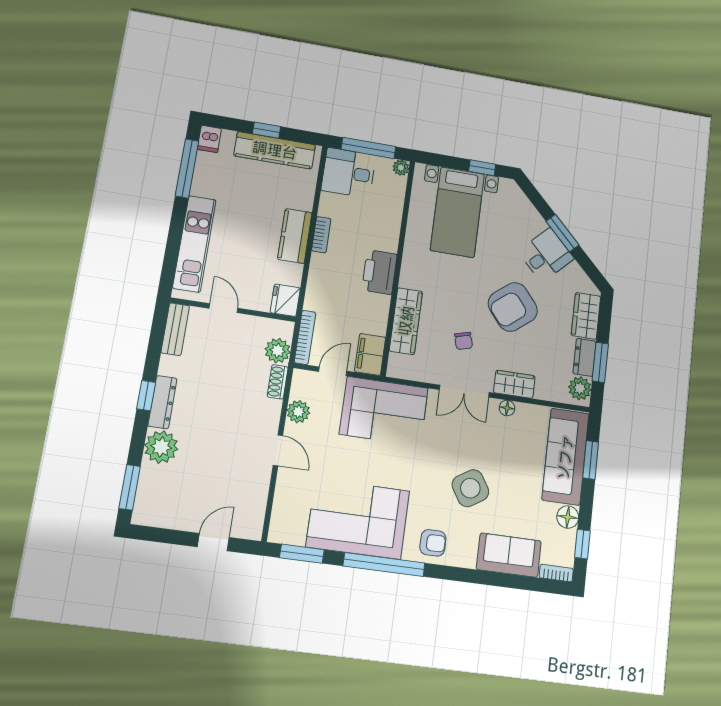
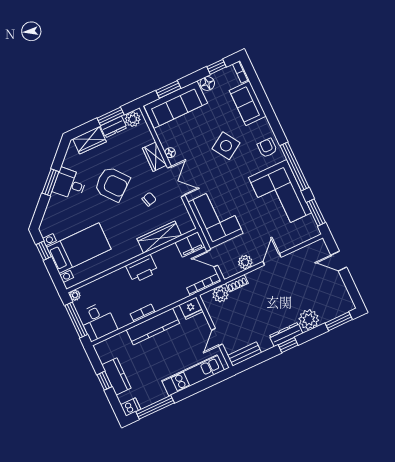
kitchen counter: (275, 150) -> (116, 376), width x0.67
kitchen counter: (295, 236) -> (153, 326), width x1.50

